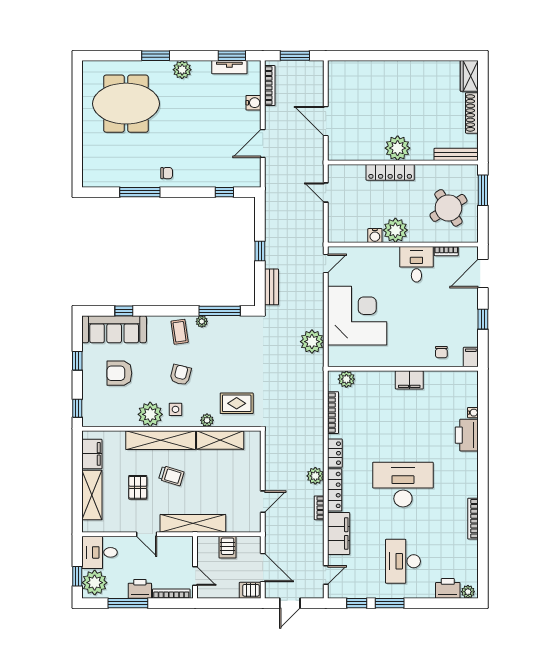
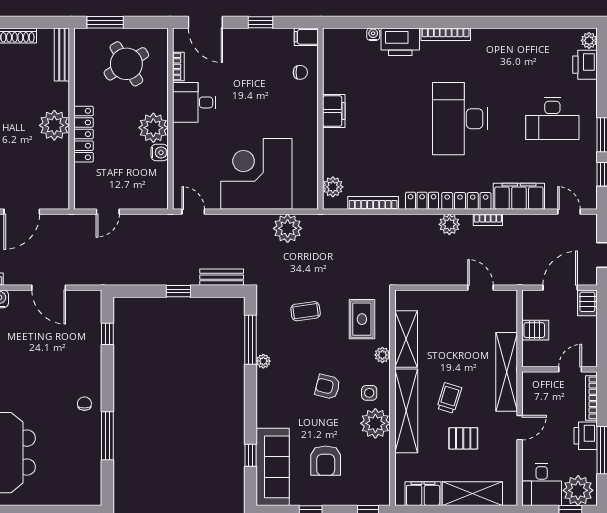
coffee table: (180, 332) -> (306, 311), moved
bookcase: (473, 519) -> (446, 34), moved

